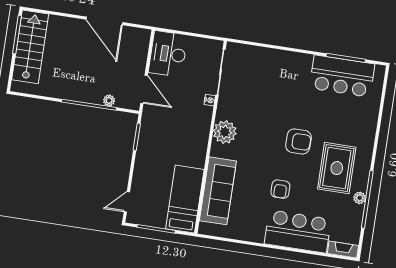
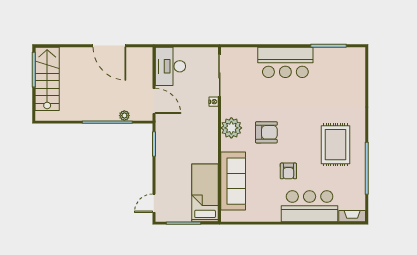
bar counter: (342, 76) -> (285, 62), moved
armchair: (298, 141) -> (266, 132), moved
plant: (360, 198) -> (360, 168), removed

